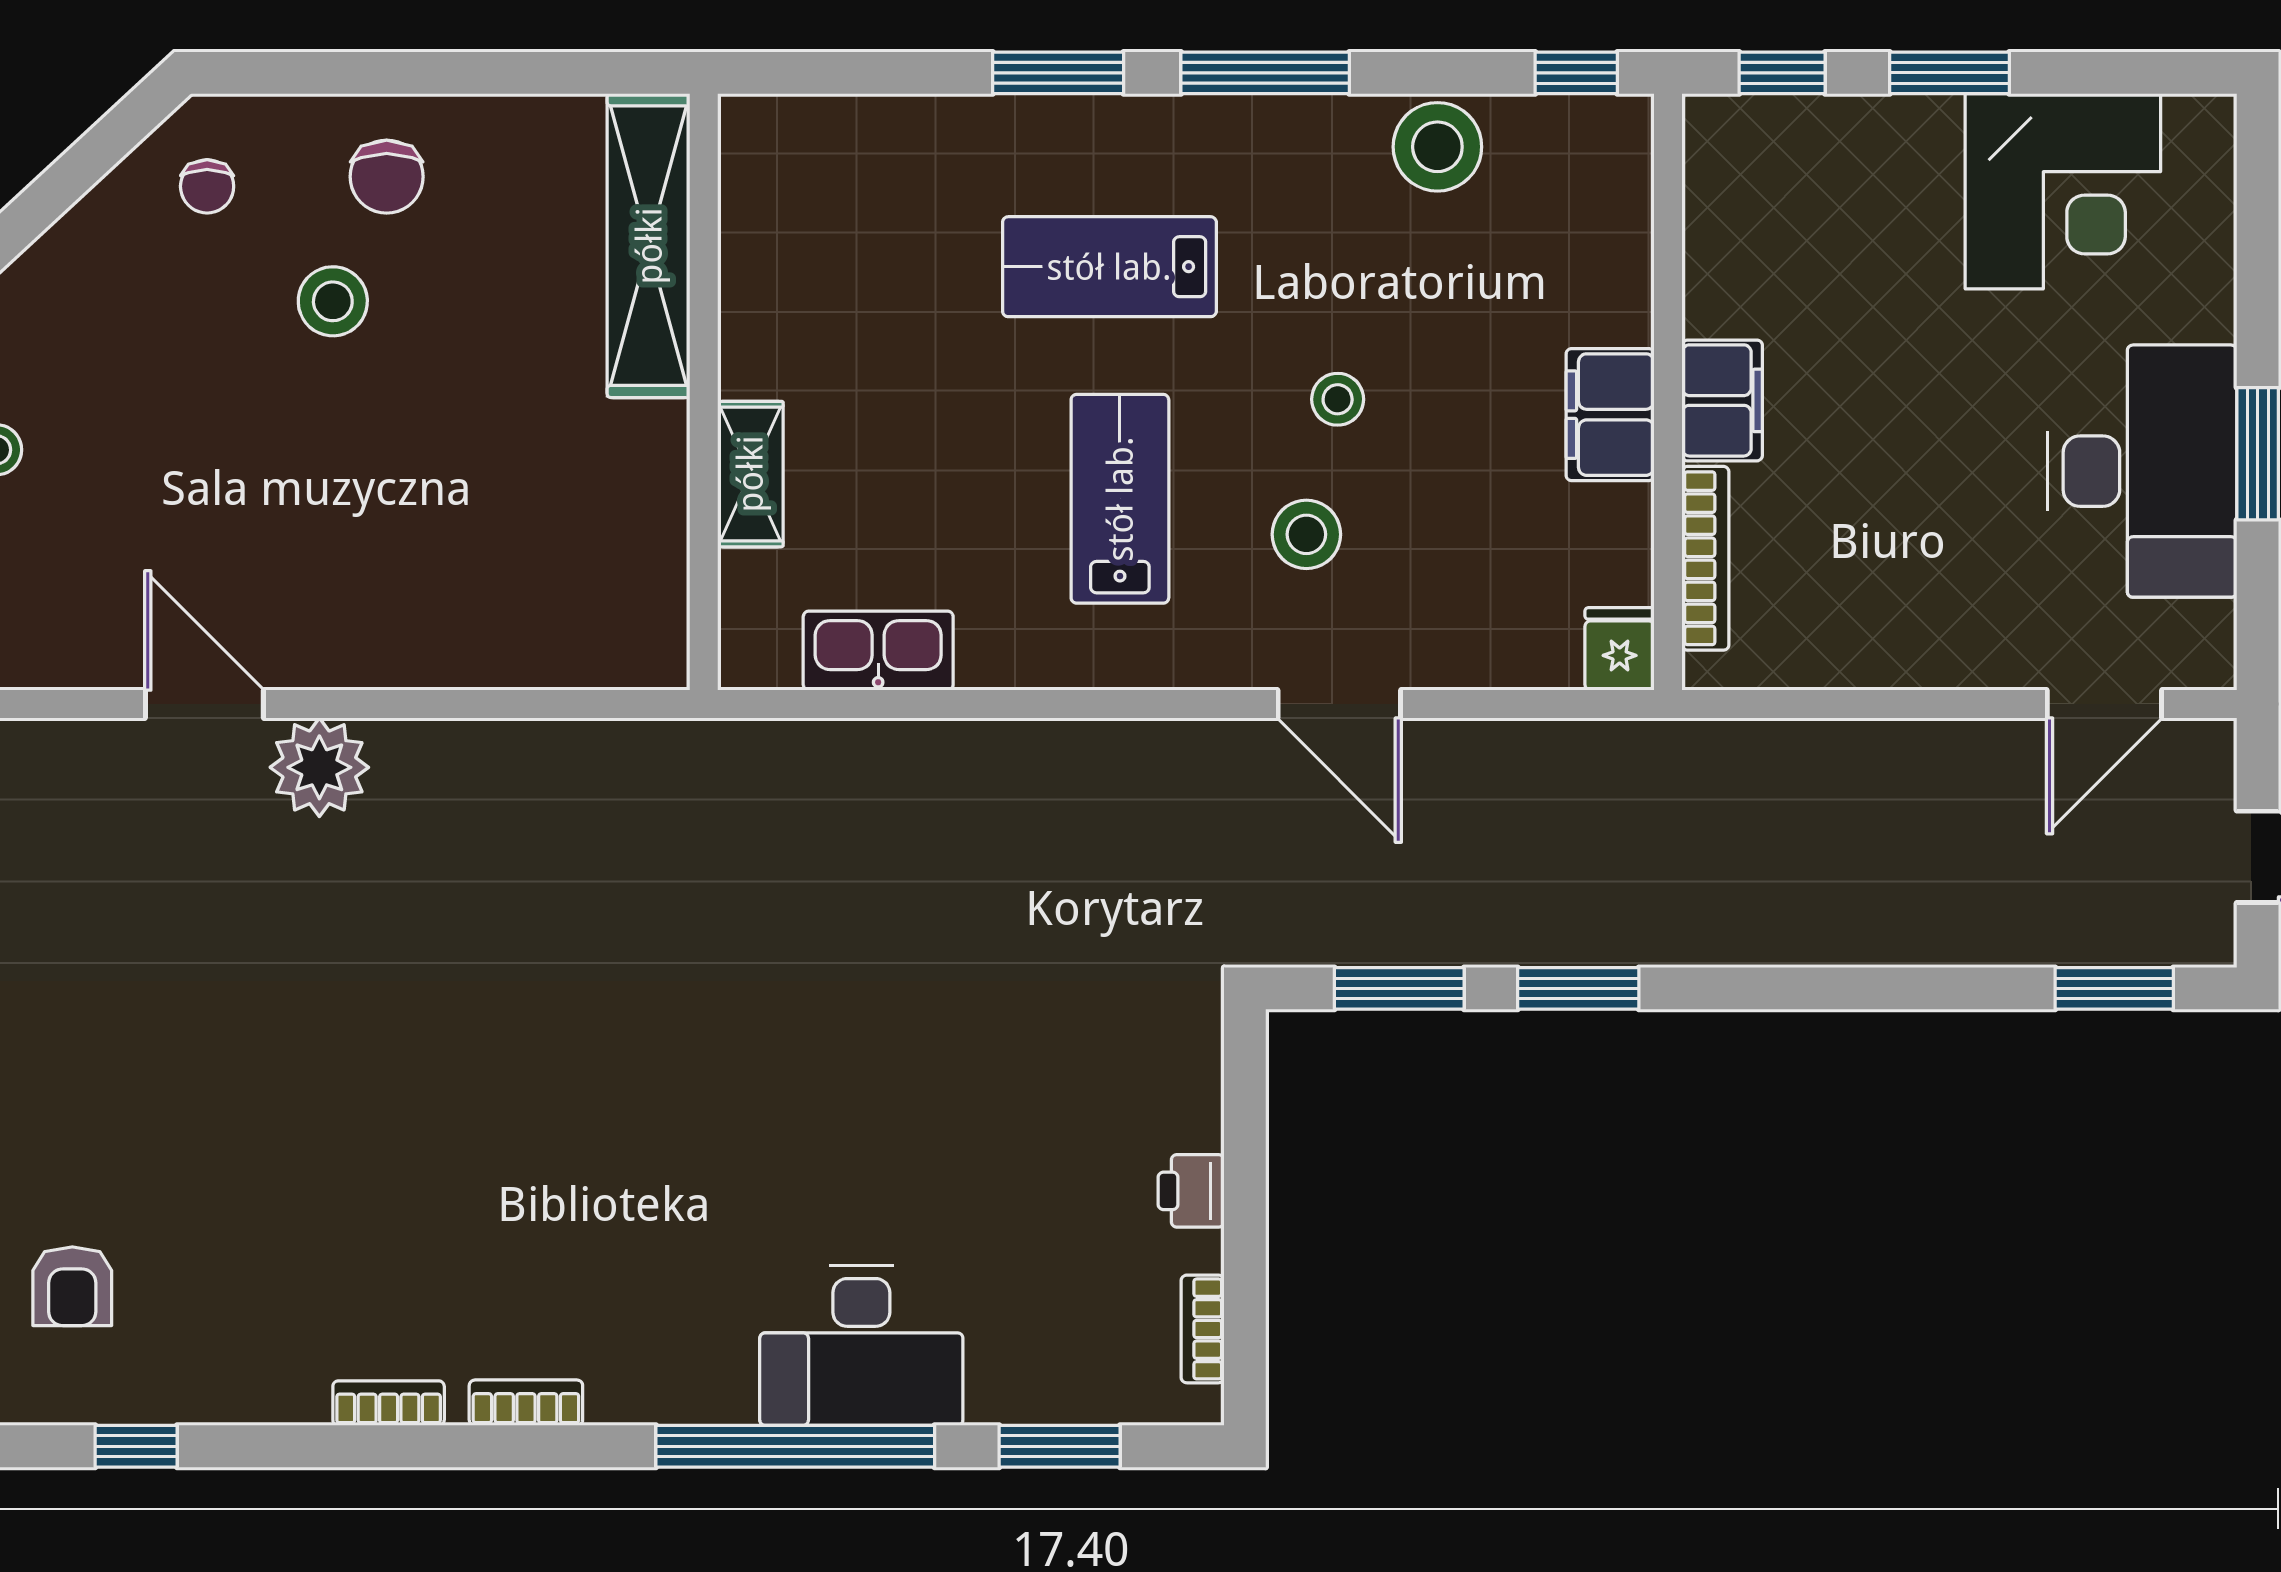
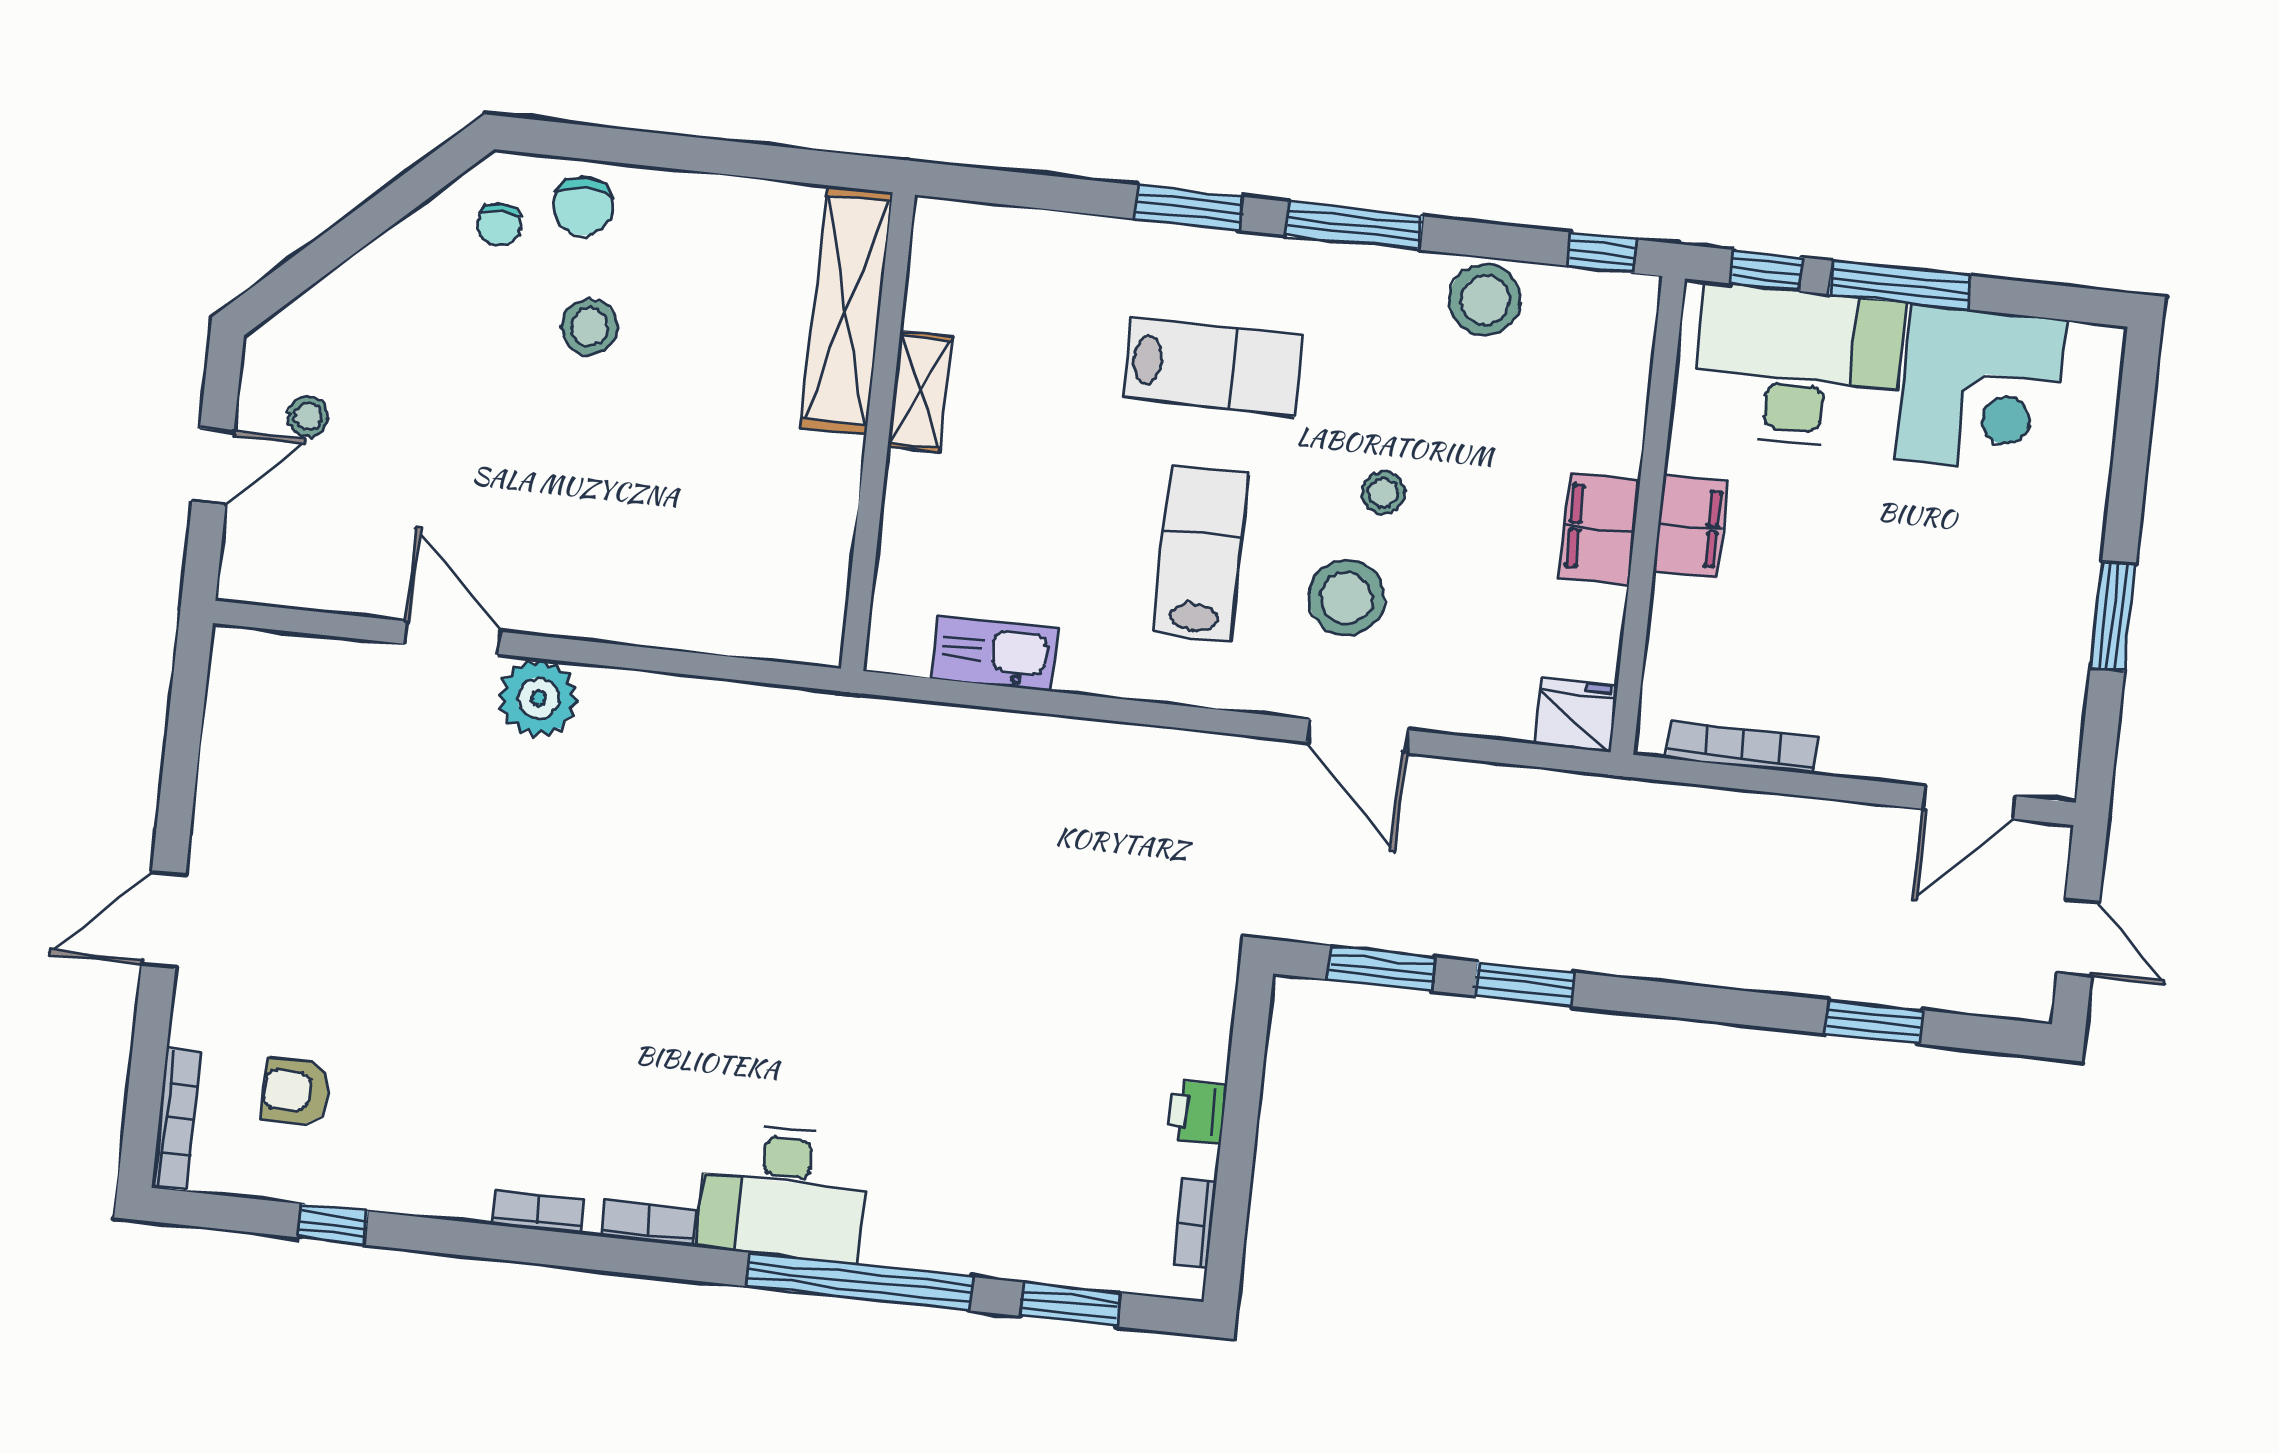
window: (1949, 73) -> (1900, 285), width x1.44
chair: (387, 177) -> (583, 206), moved
lab bench: (1109, 267) -> (1213, 367), turned 180
desk: (2142, 471) -> (1798, 367), moved, turned -90
shelving: (750, 474) -> (920, 392), moved
stool: (1306, 534) -> (1347, 598), width x1.38, depth x1.38
bookcase: (1705, 558) -> (1742, 748), moved, turned -90
fridge: (1620, 649) -> (1576, 715), width x1.38
window: (2114, 988) -> (1874, 1022), moved
armchair: (72, 1286) -> (296, 1091), turned 90
desk: (861, 1346) -> (784, 1192), moved

